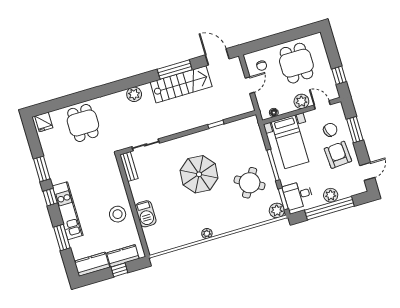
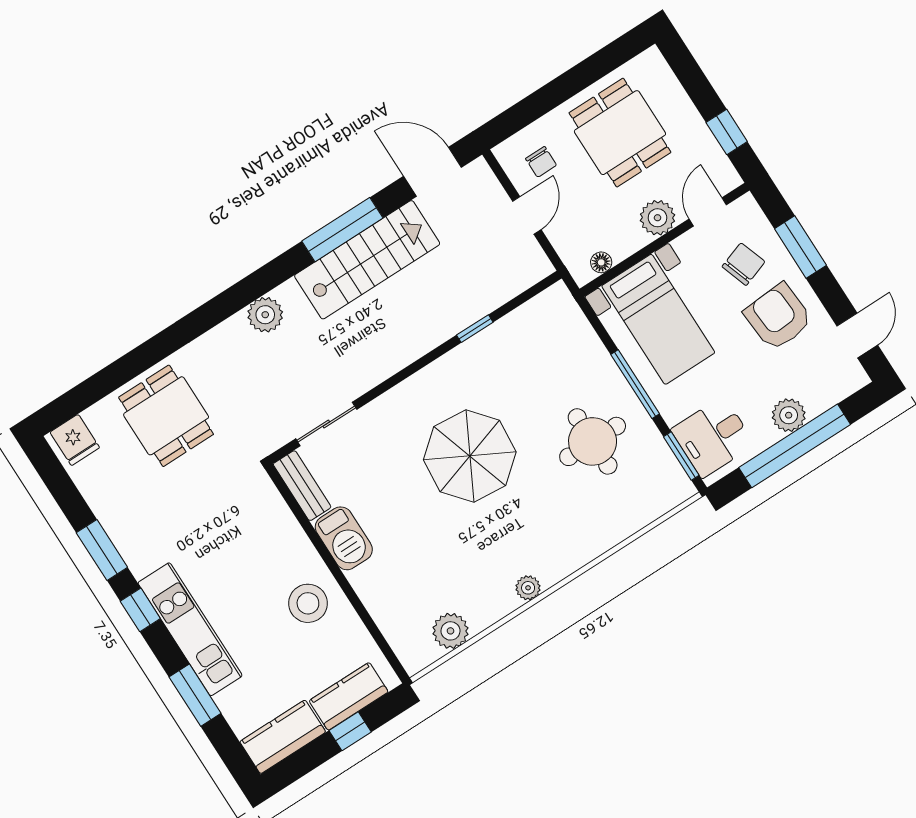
door: (322, 105) -> (708, 212), hinge flipped
round table: (250, 183) -> (593, 441), turned -31
plant: (277, 210) -> (450, 631), moved
barbecue: (146, 214) -> (344, 538), moved

